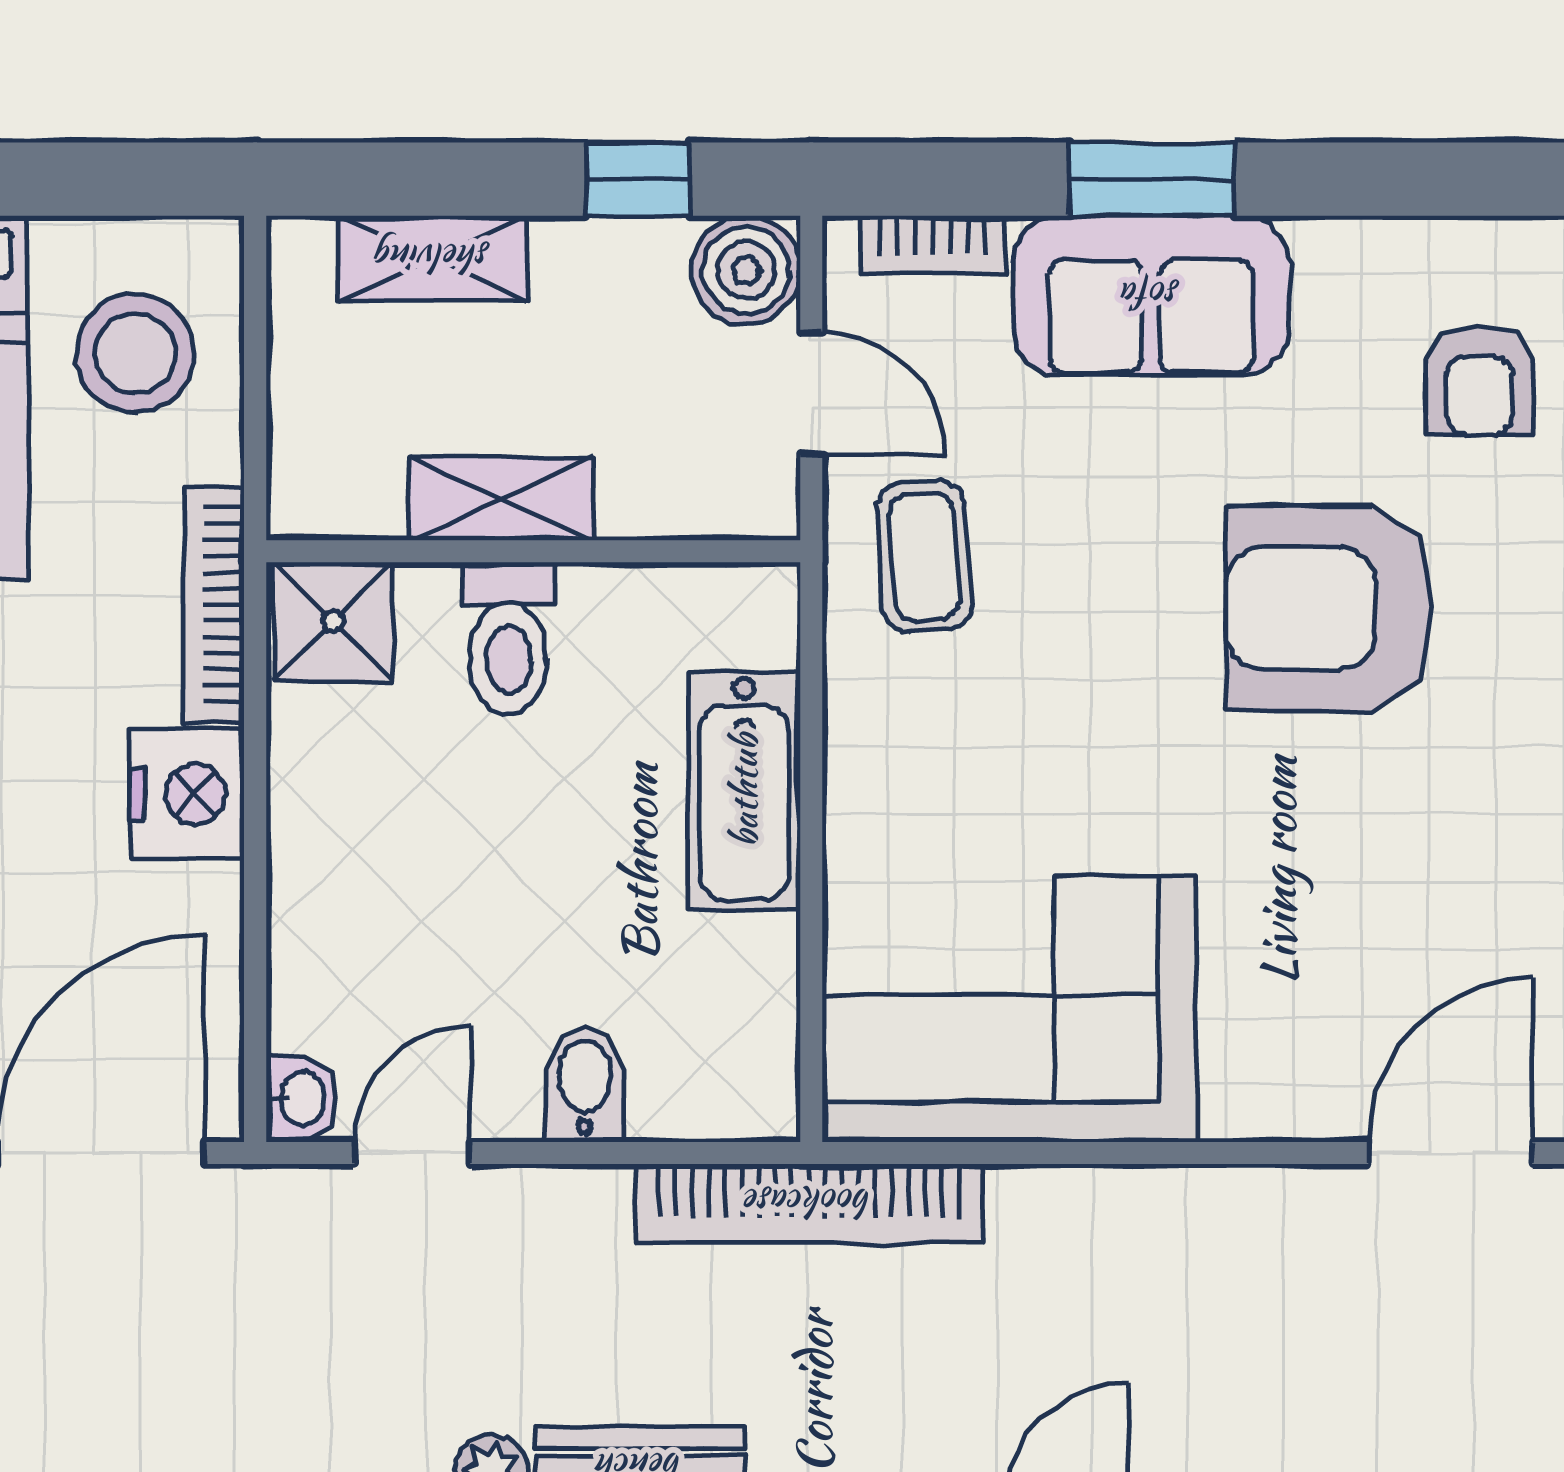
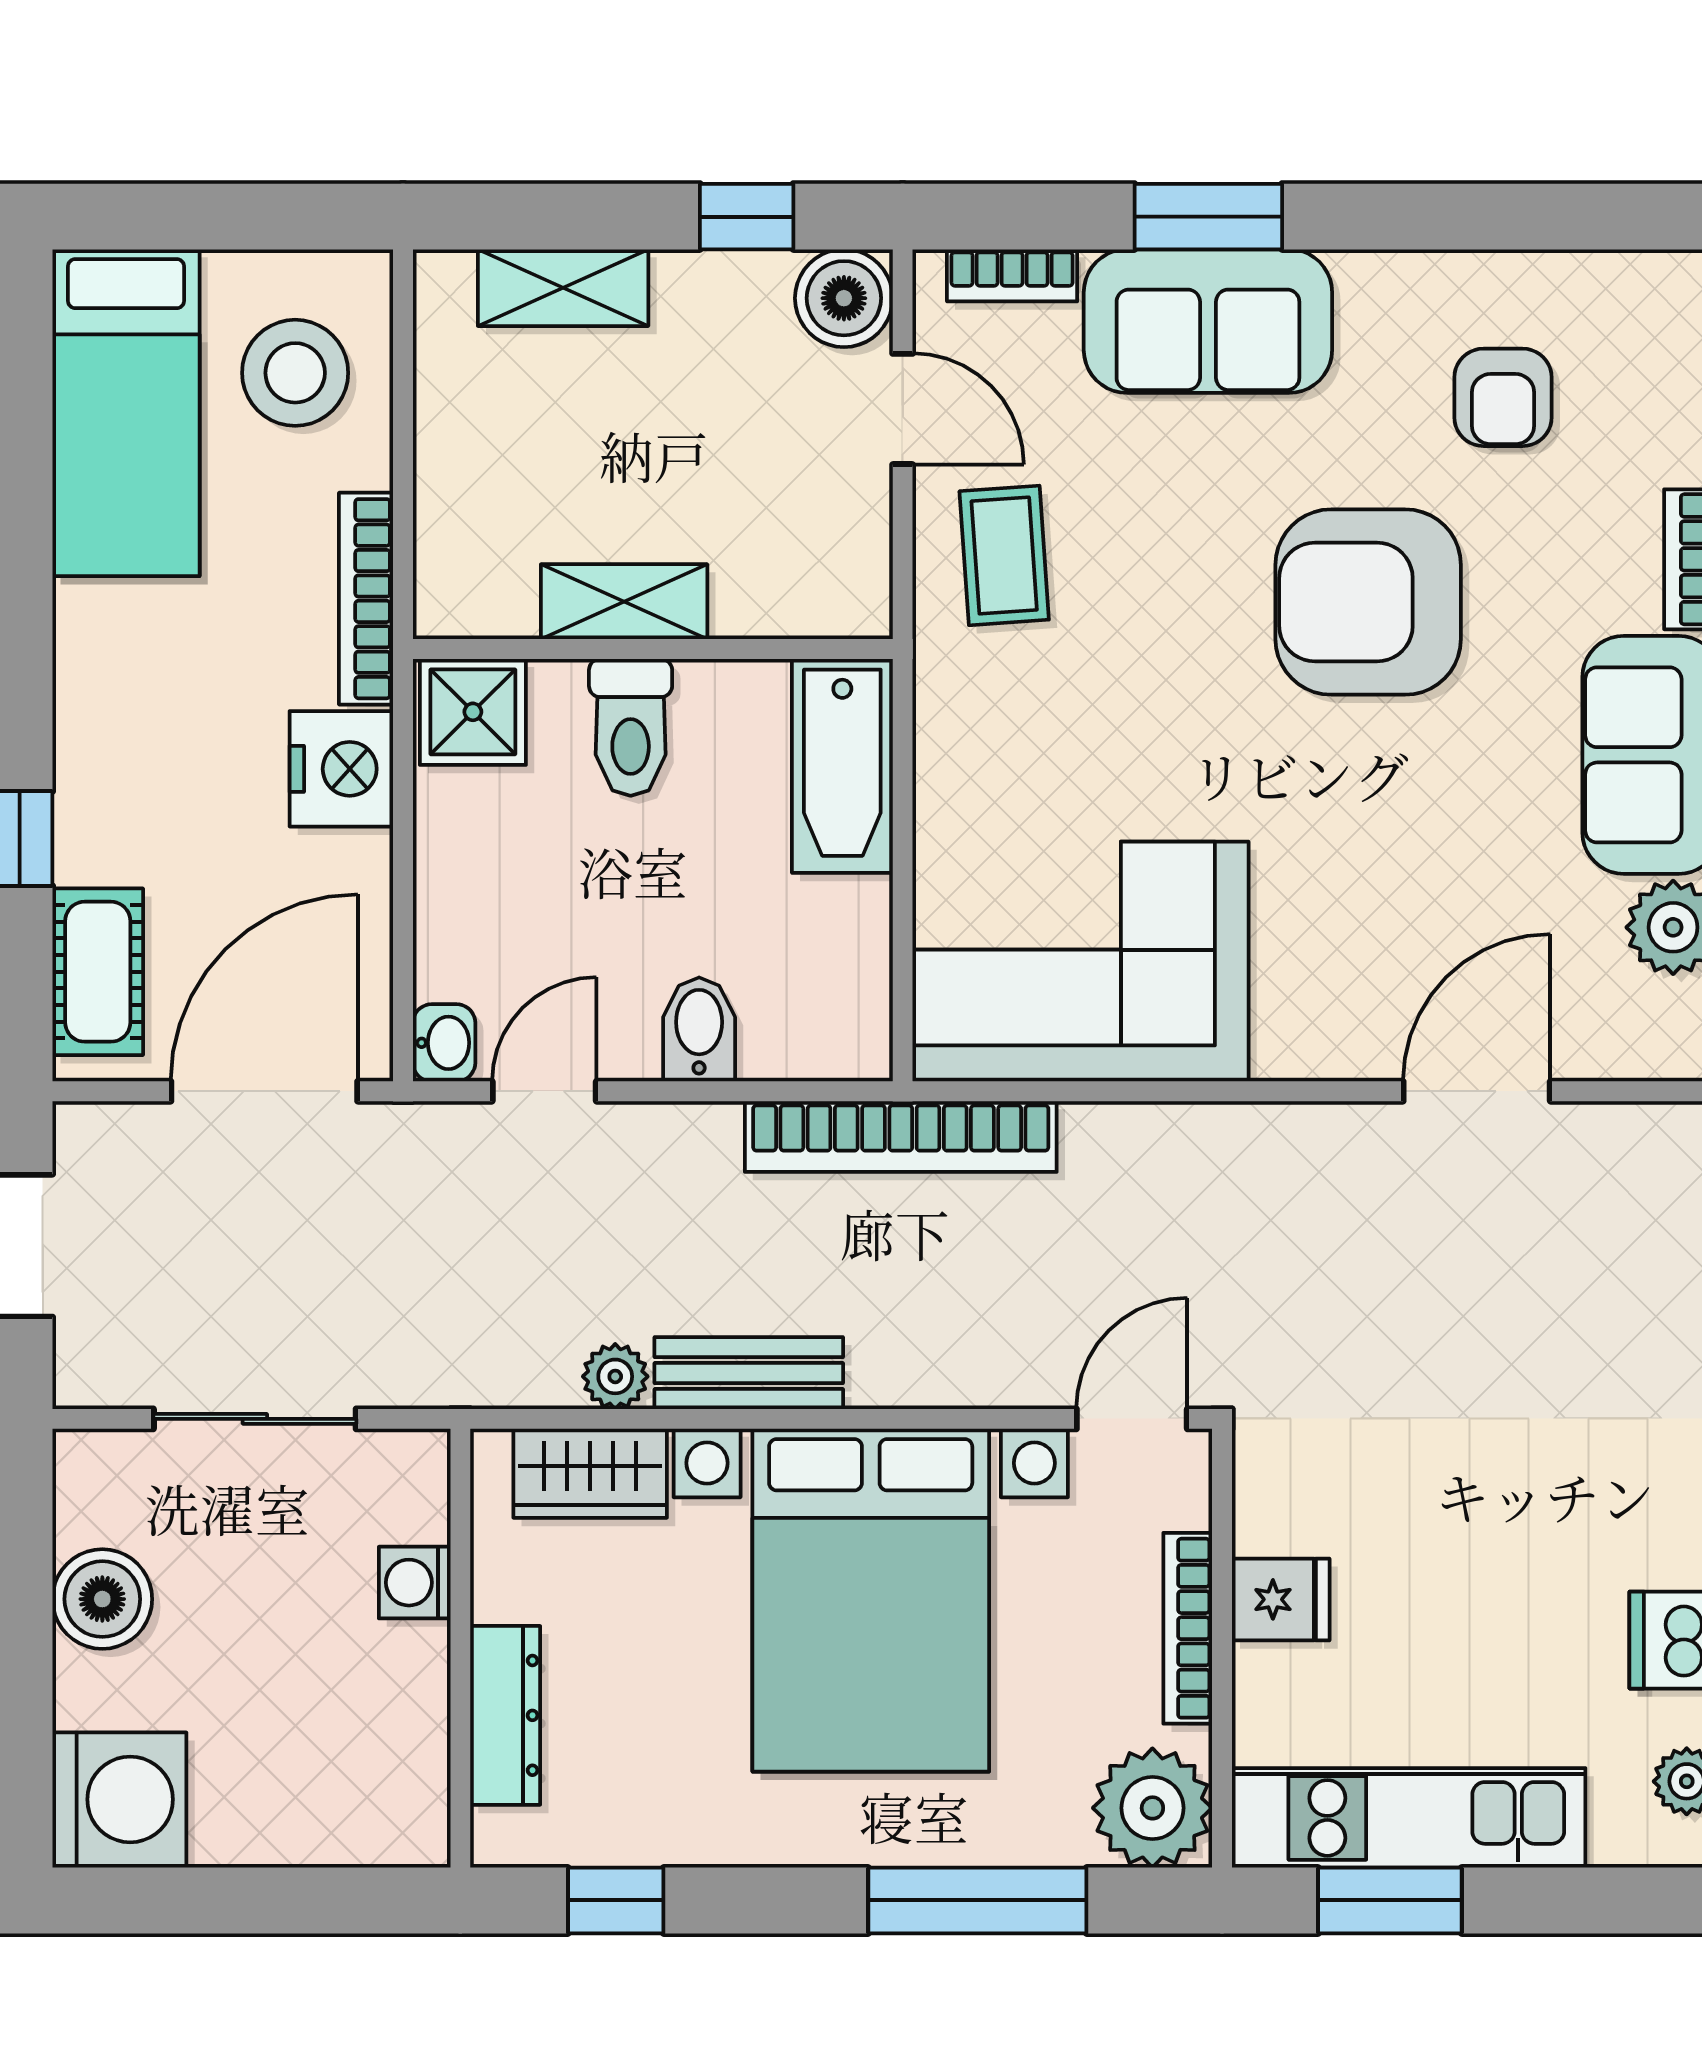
shelving: (501, 499) -> (624, 602), moved
wall: (533, 551) -> (653, 649), moved
shower: (333, 621) -> (473, 712), moved
toilet: (508, 638) -> (631, 727), moved

